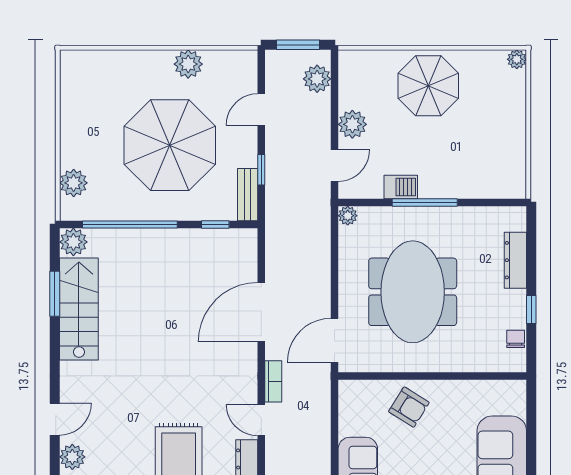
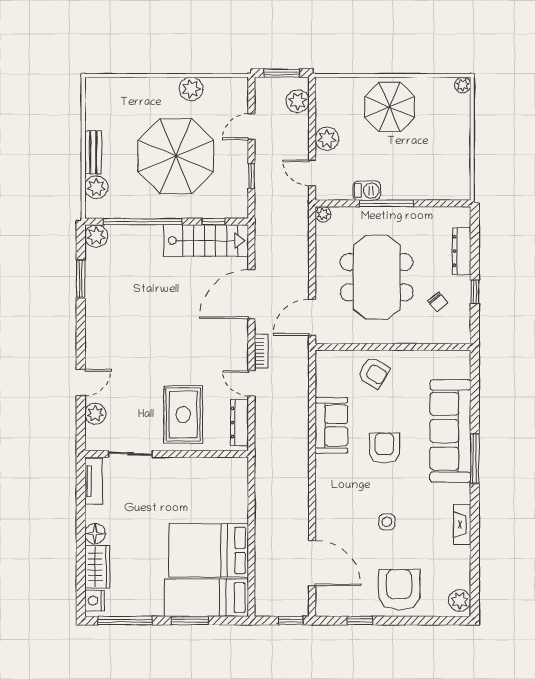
door: (335, 166) -> (312, 173), swing flipped
bench: (248, 195) -> (93, 152), moved
stairs: (79, 309) -> (206, 241), moved, turned 90
chair: (516, 339) -> (438, 302), moved, turned 140

